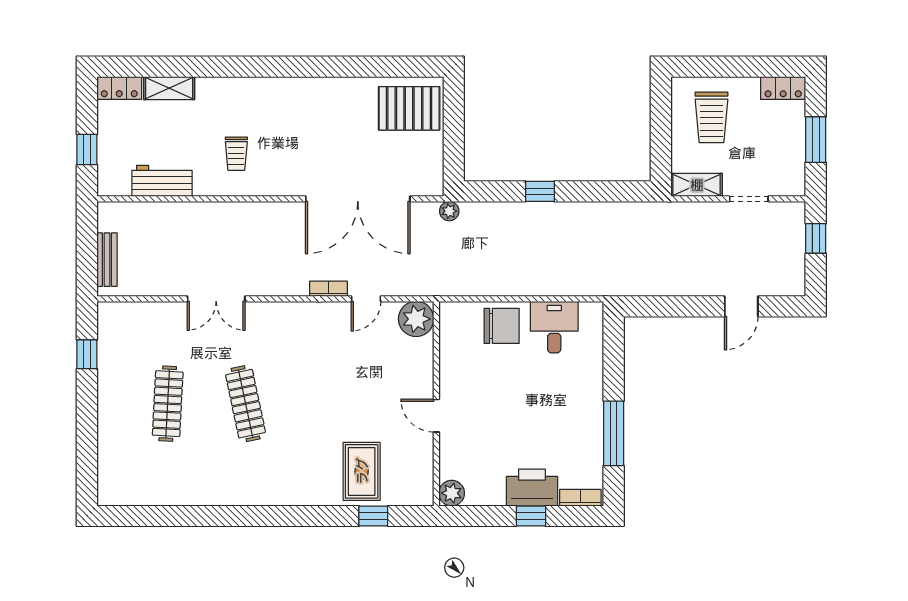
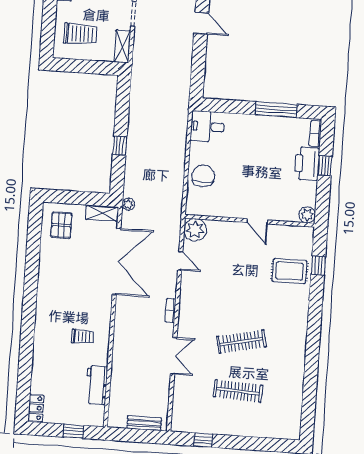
shelving: (169, 88) -> (102, 213), moved, turned 90
pallet: (409, 108) -> (61, 225), width x0.67, depth x0.71
bookcase: (329, 289) -> (170, 311), moved
desk: (554, 327) -> (207, 127), moved
door: (436, 416) -> (257, 221), hinge flipped

